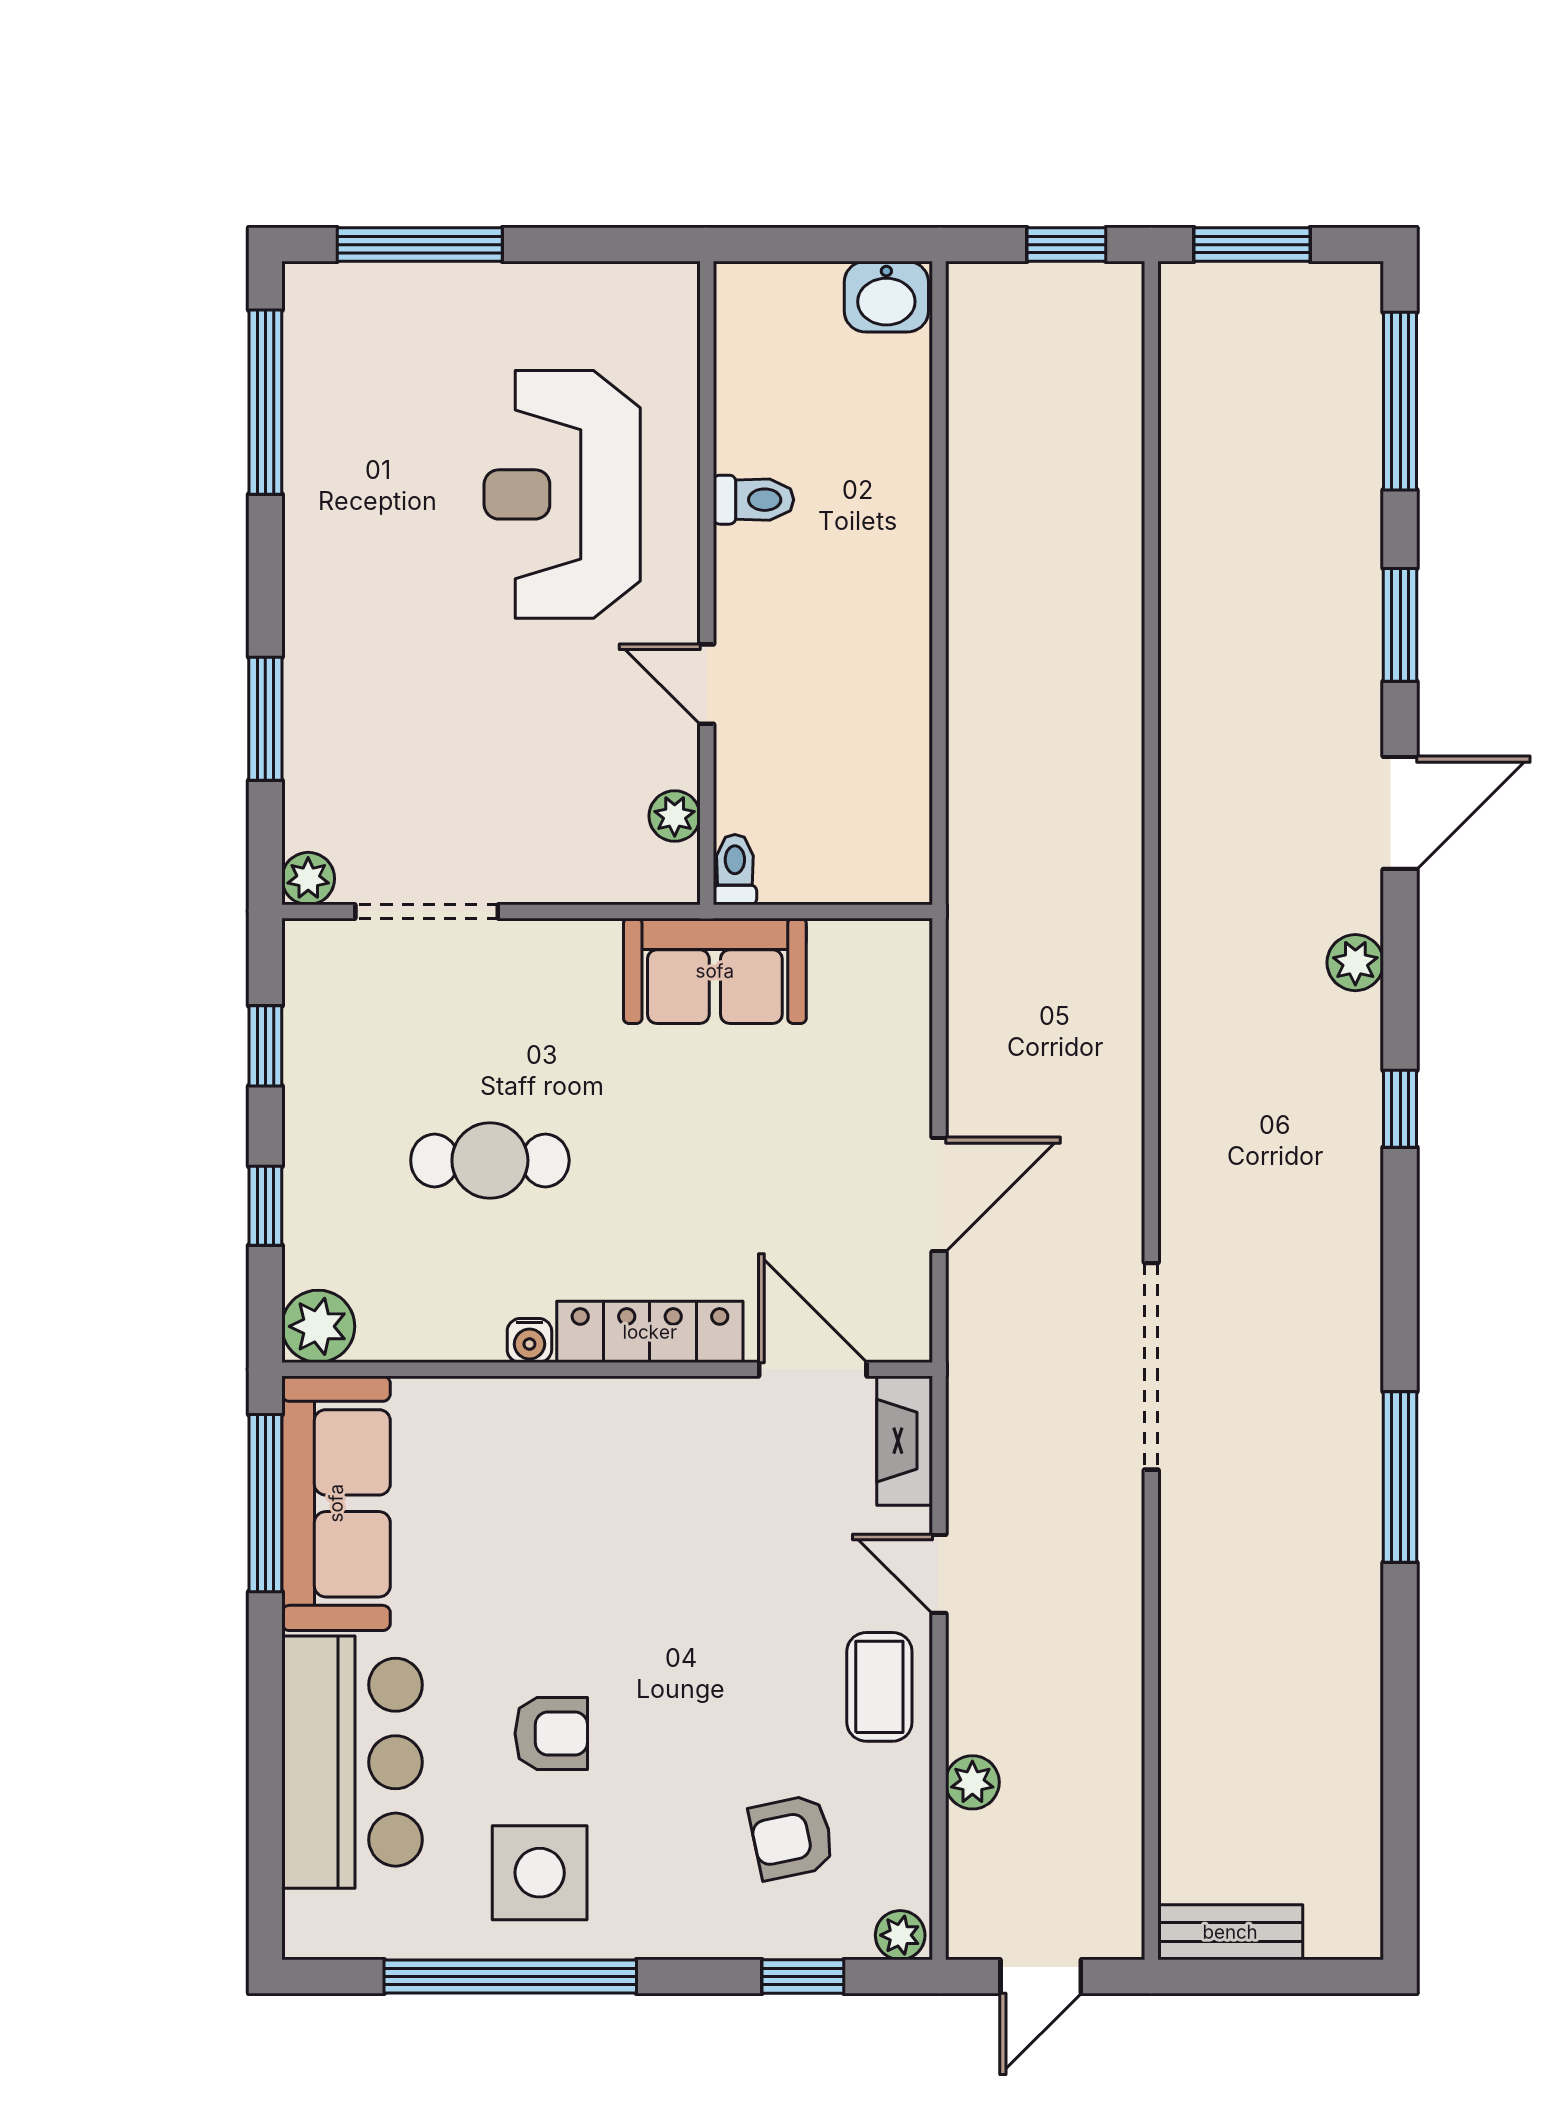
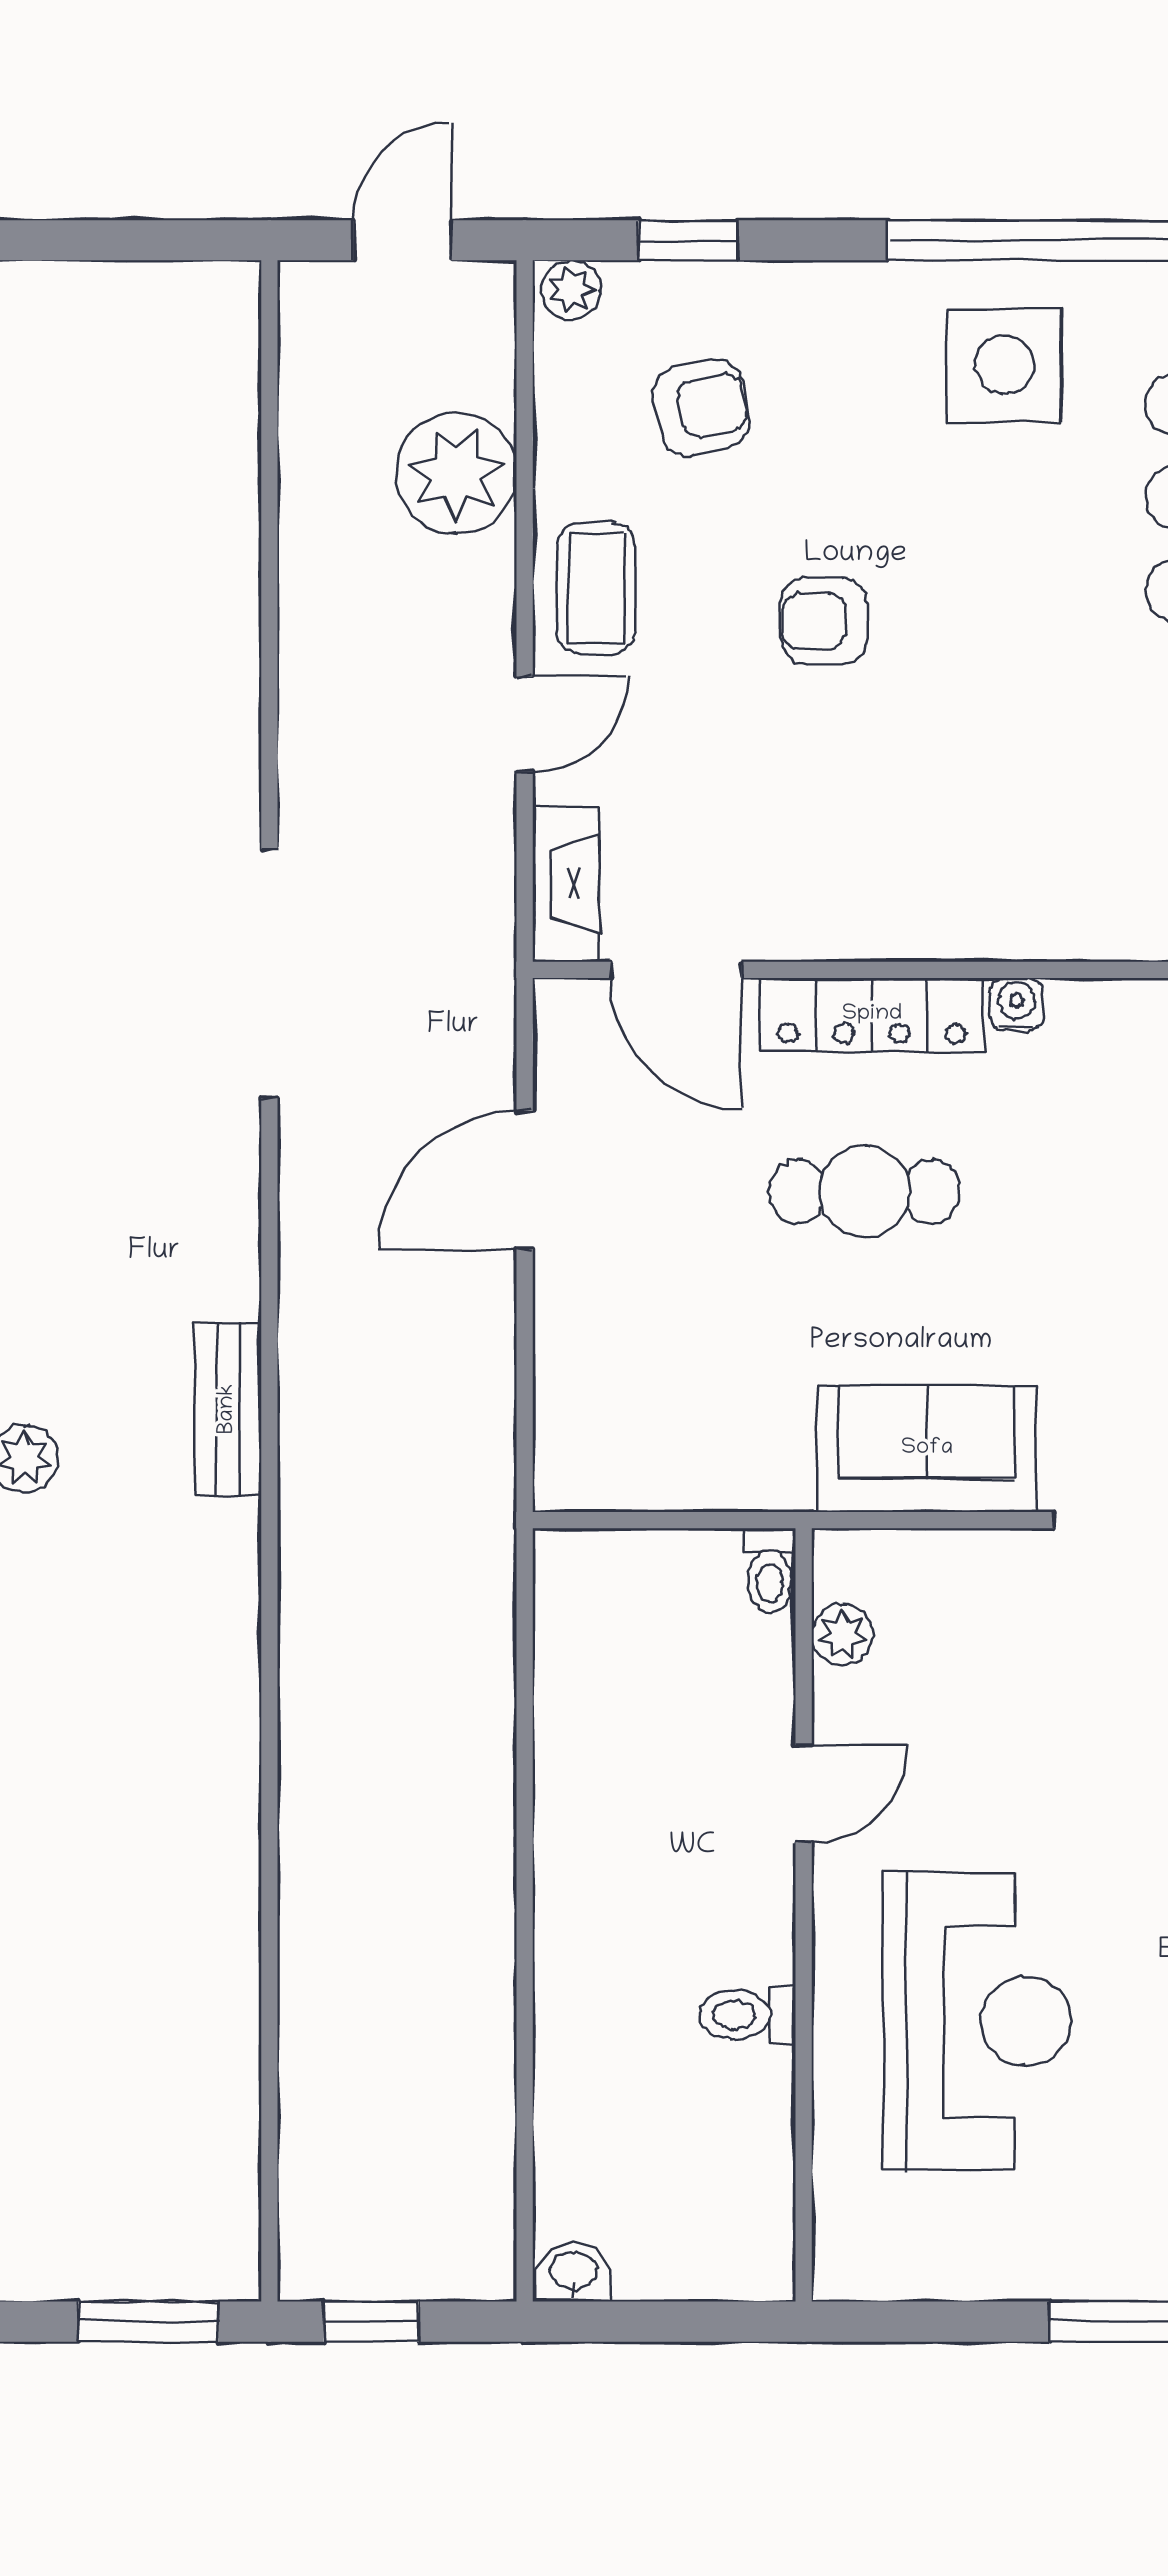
washbasin: (886, 297) -> (574, 2272), width x0.72, depth x0.69
door: (707, 684) -> (804, 1793), hinge flipped
sofa: (715, 971) -> (927, 1449), moved
cafe table: (490, 1160) -> (865, 1191), moved
door: (939, 1574) -> (525, 724), hinge flipped
armchair: (551, 1734) -> (824, 621), moved
plant: (972, 1782) -> (456, 474), width x1.87, depth x1.87
bench: (1230, 1932) -> (228, 1409), moved, turned 90

